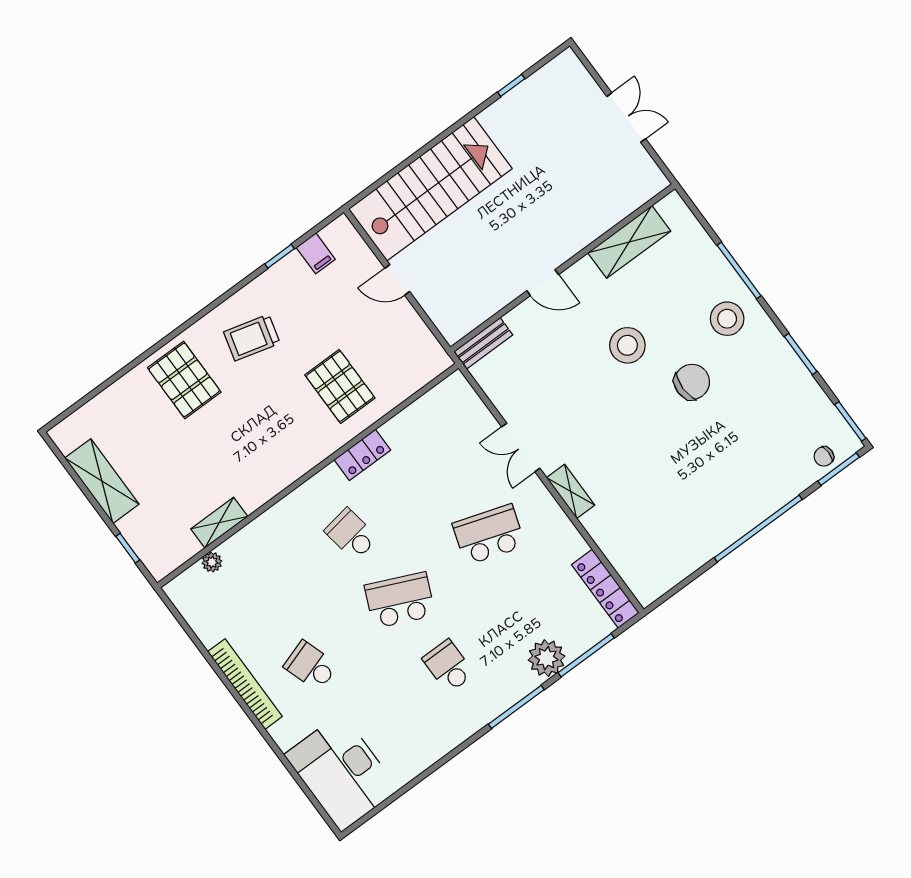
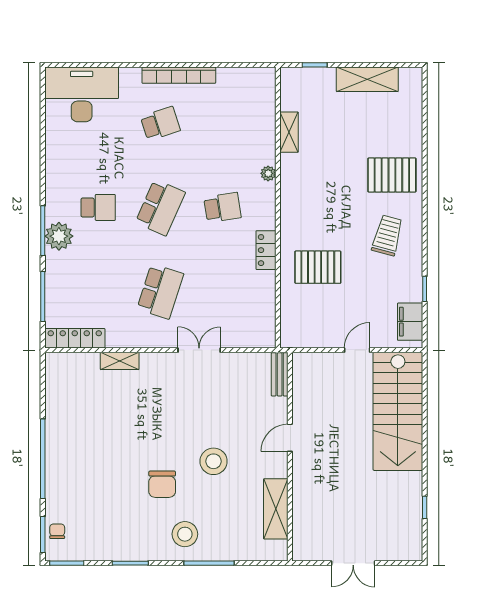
filing cabinet: (316, 253) -> (410, 322), width x2.00
shelving: (571, 491) -> (120, 361), moved
plant: (212, 562) -> (268, 173), moved
plant: (547, 658) -> (59, 236), moved

